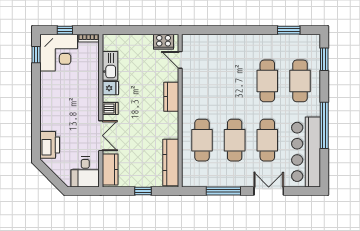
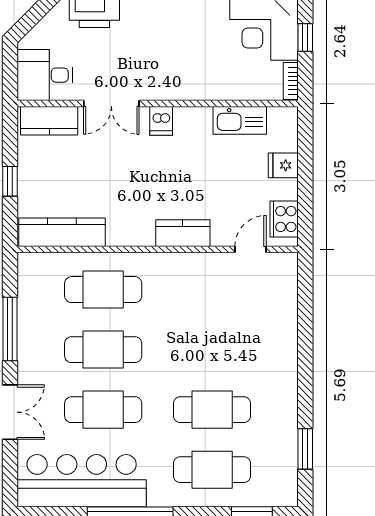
fridge: (110, 88) -> (283, 165), moved, turned 90

